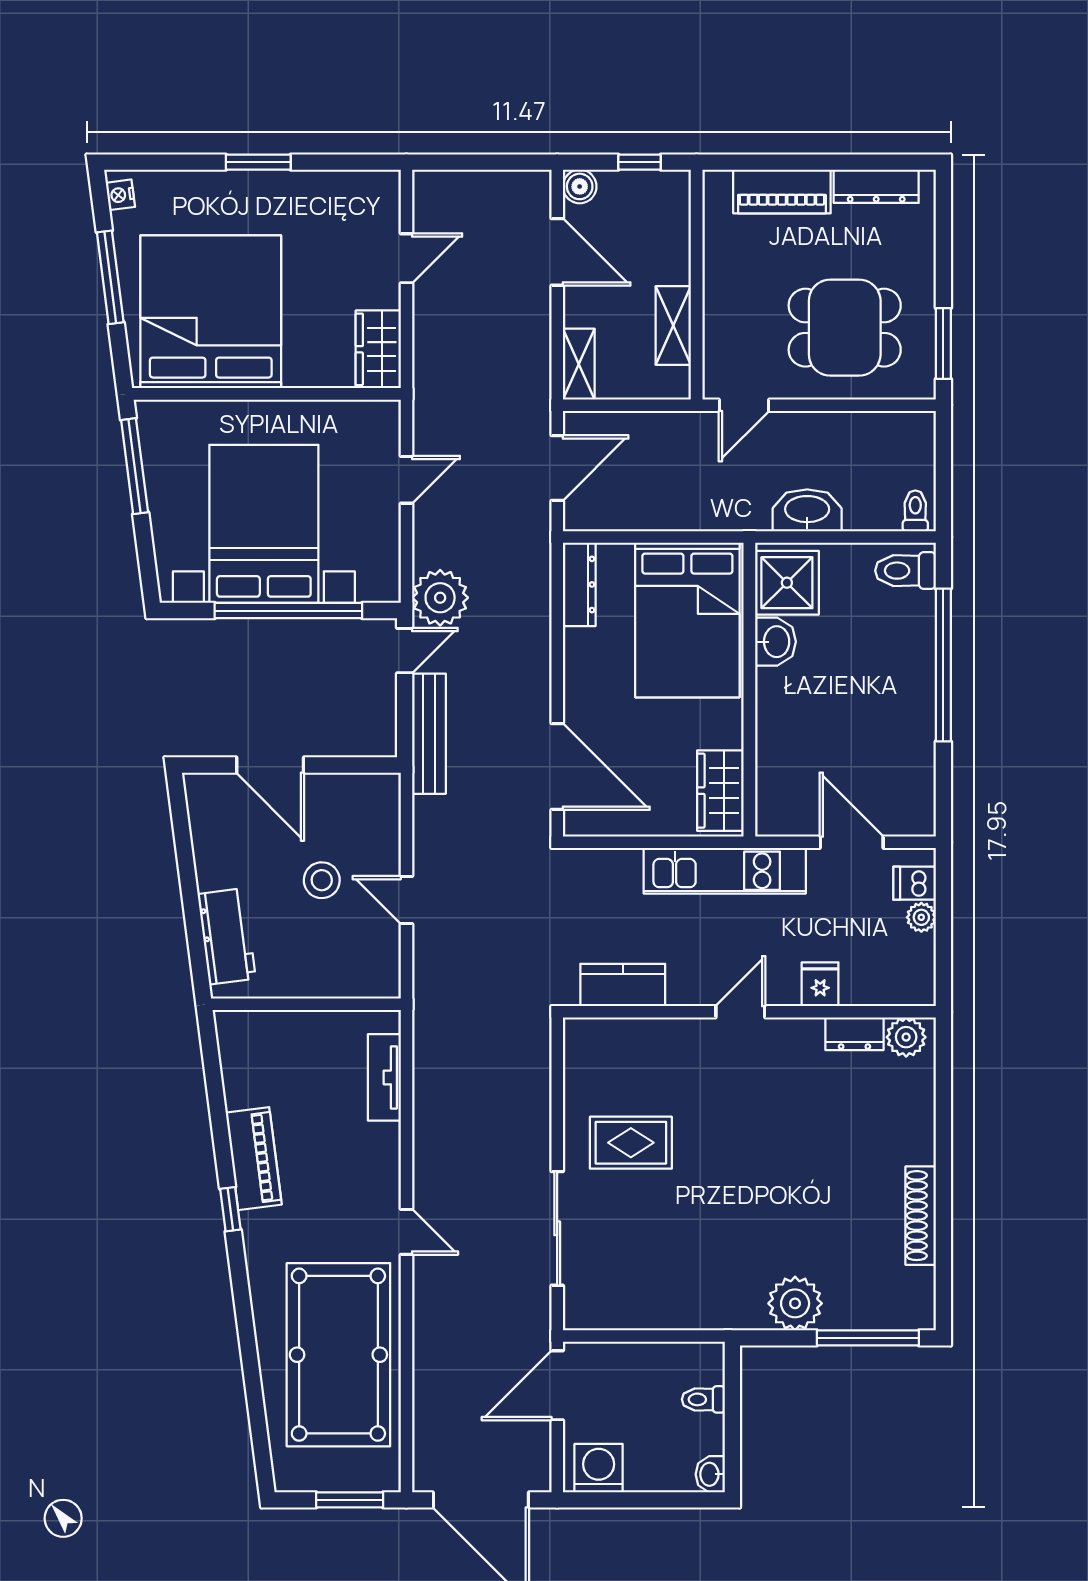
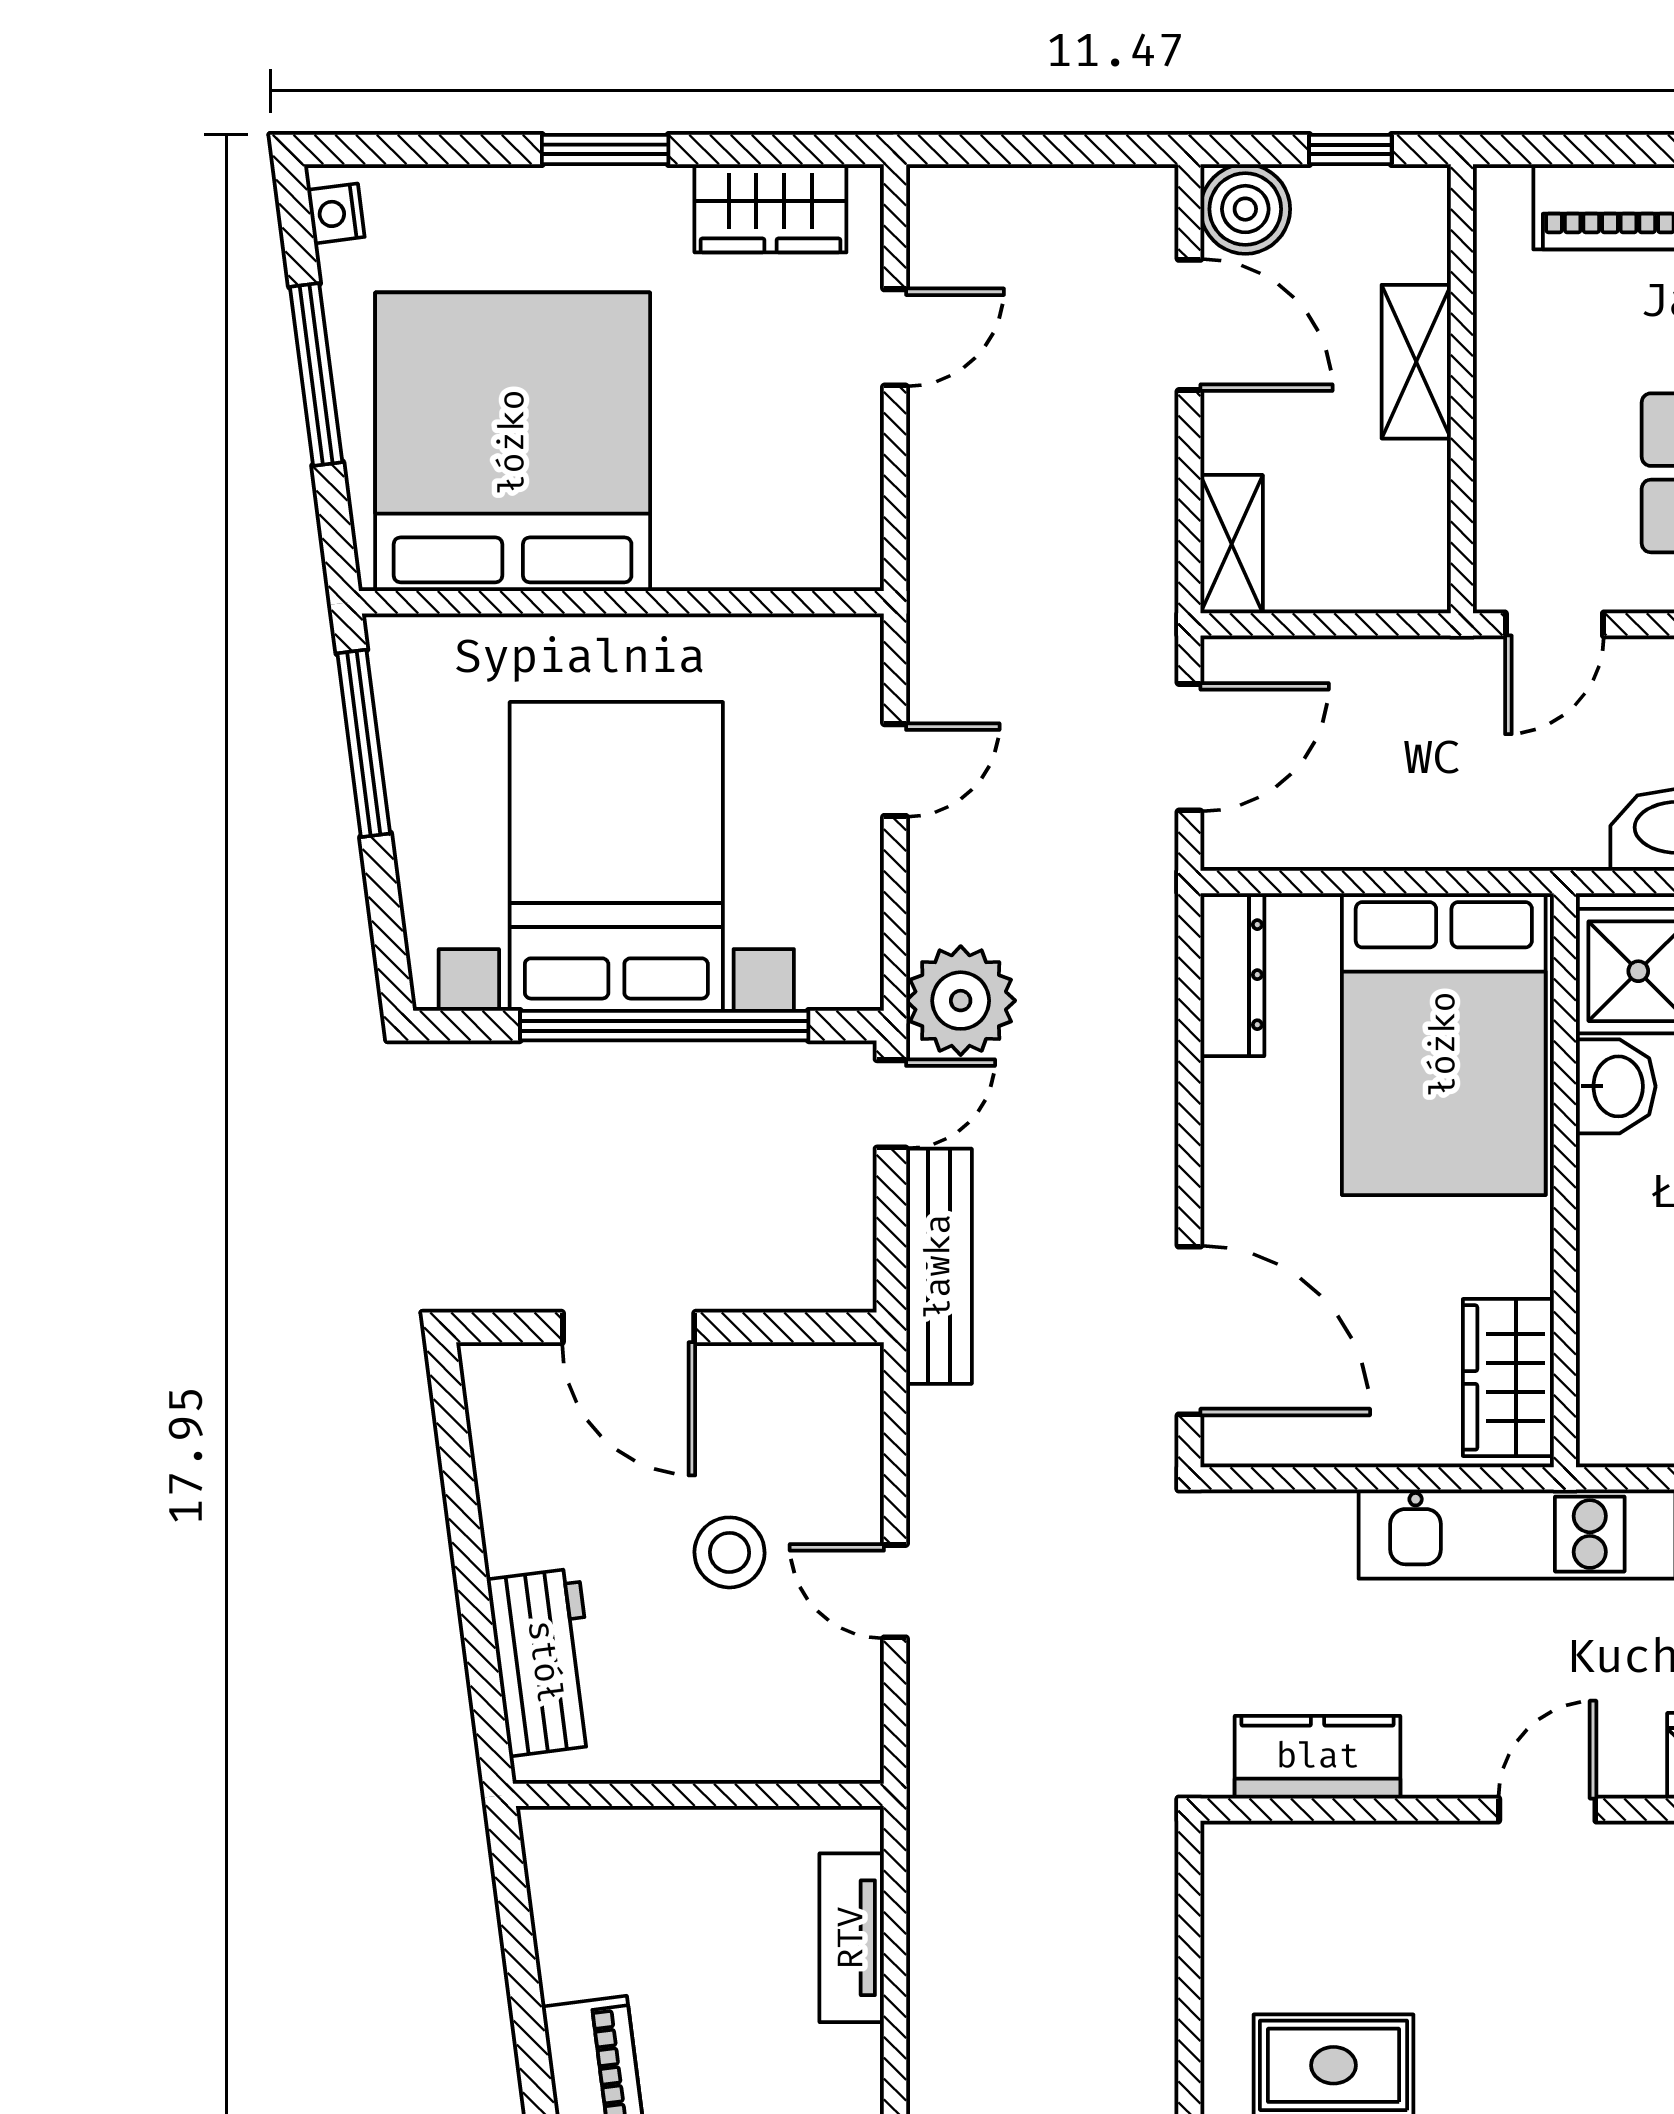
boiler: (580, 186) -> (1245, 209), width x1.36, depth x1.36
shelving: (673, 325) -> (1416, 362), moved
wardrobe: (378, 349) -> (770, 208), moved, turned -90

